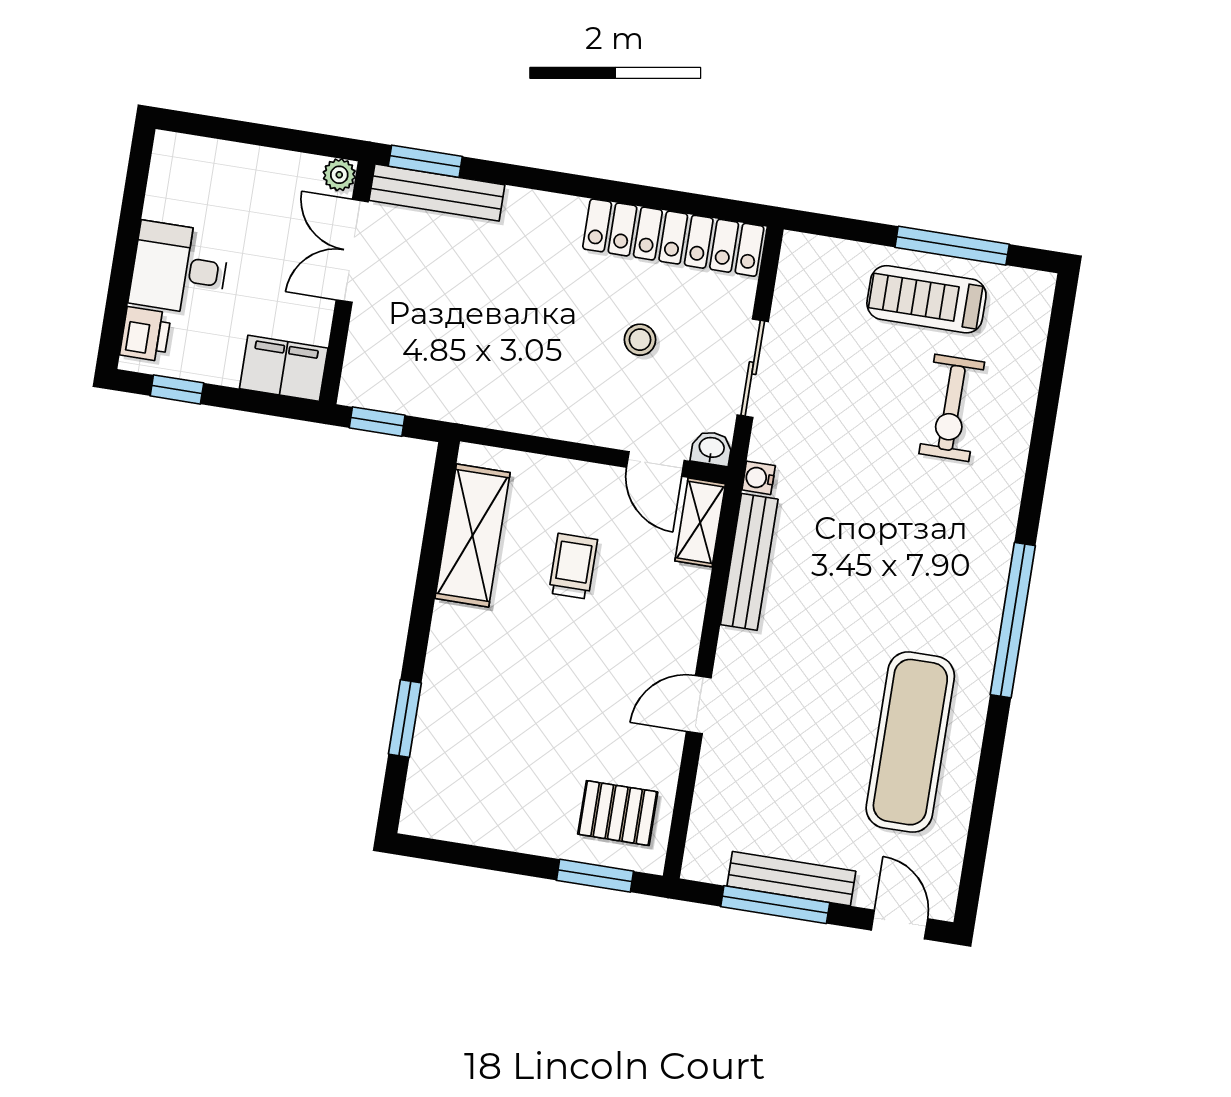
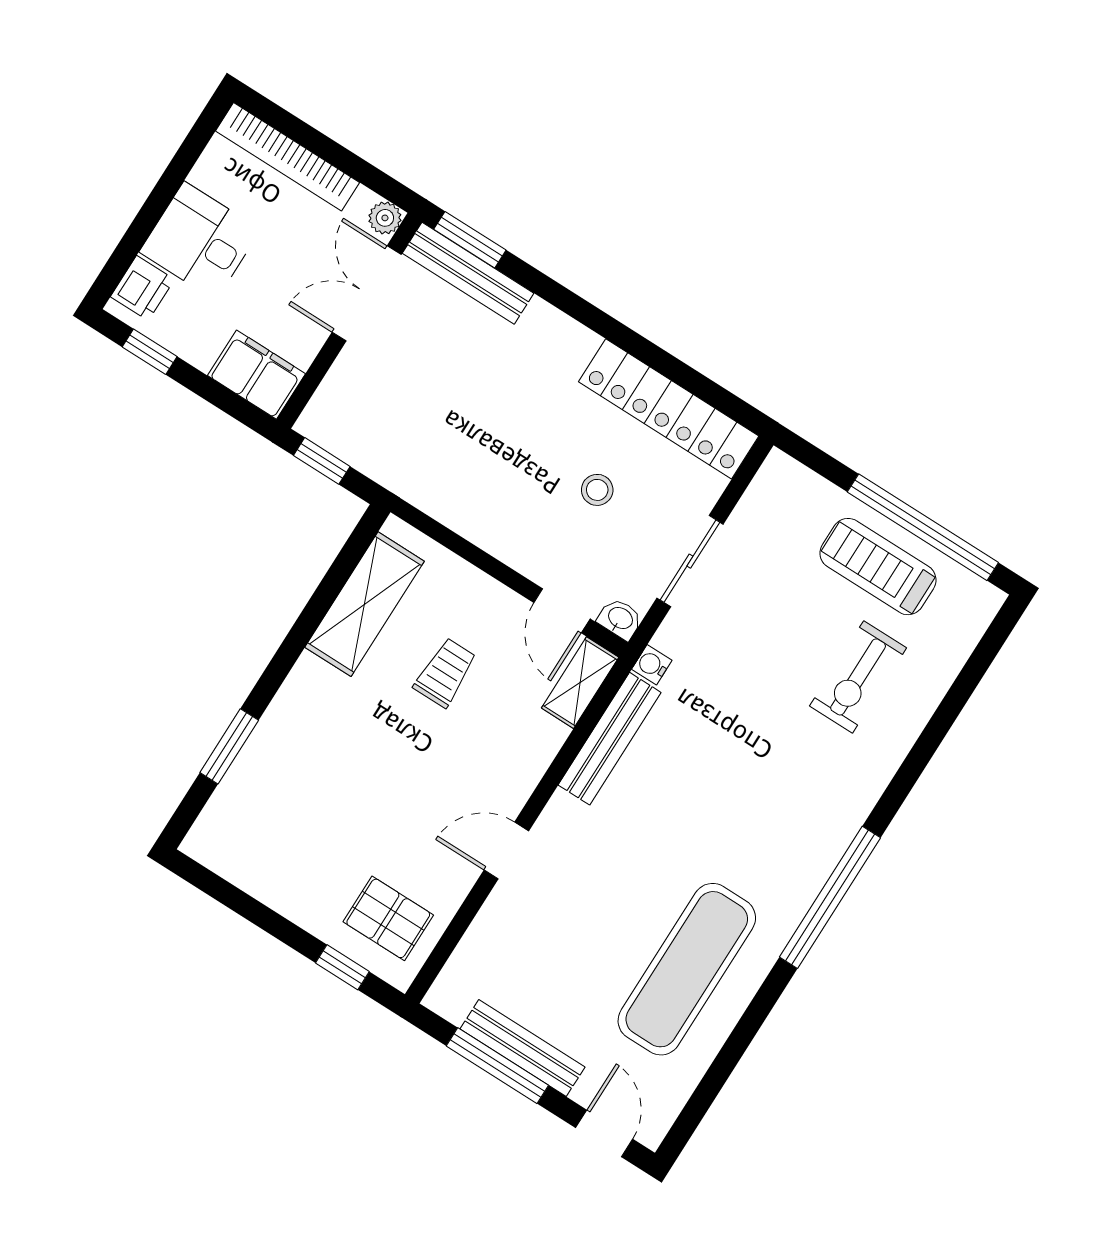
bookcase: (226, 157) -> (288, 157), added
window: (952, 246) -> (923, 527), width x1.46
window: (595, 876) -> (342, 967), width x0.67

